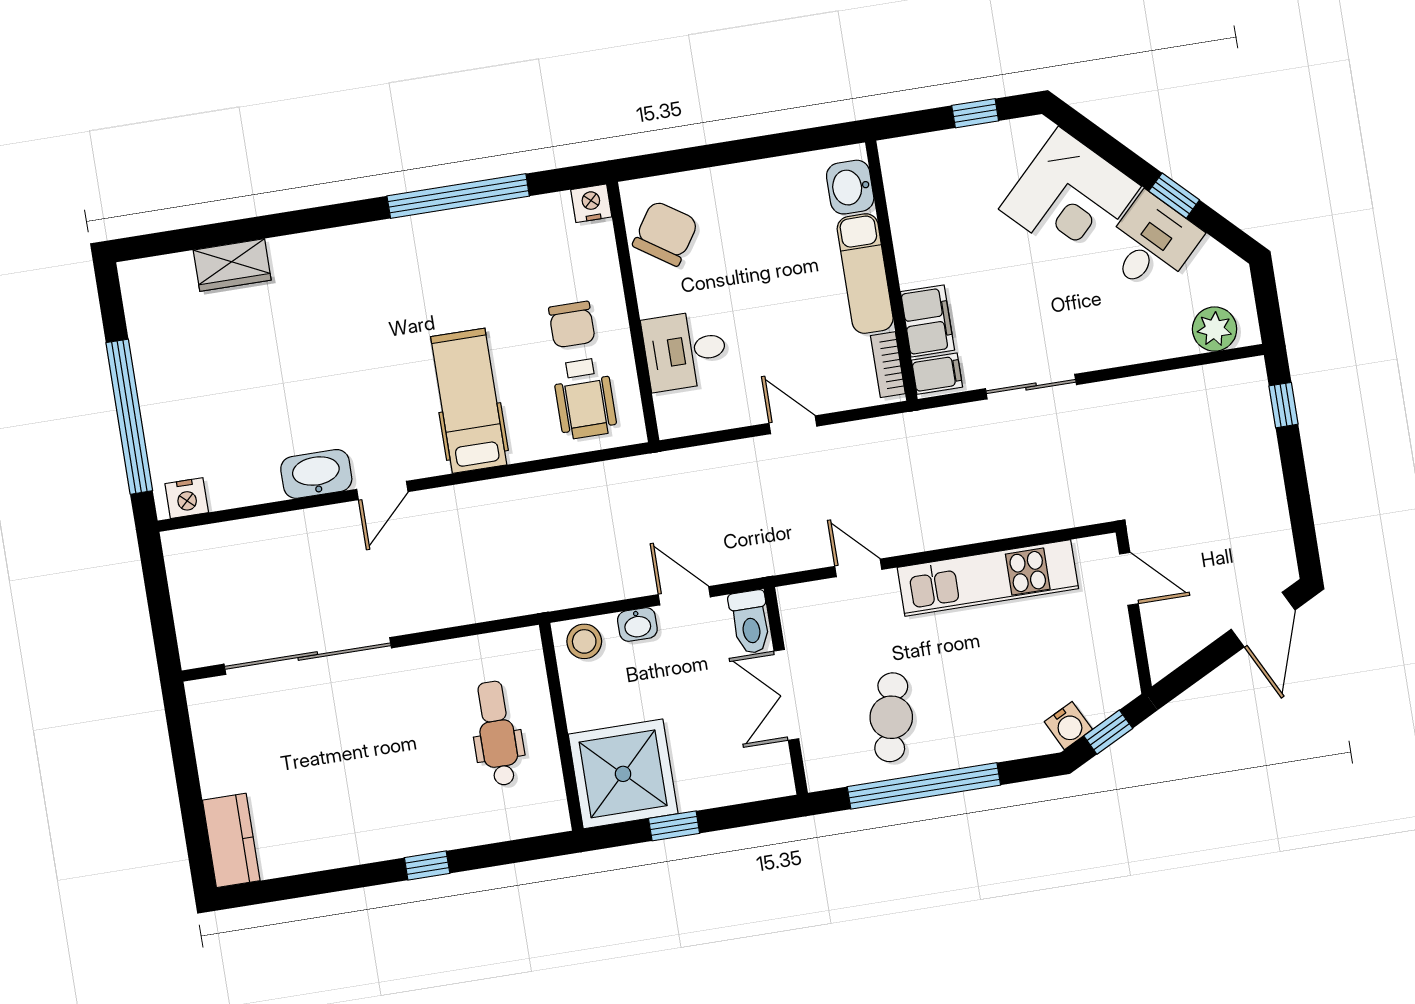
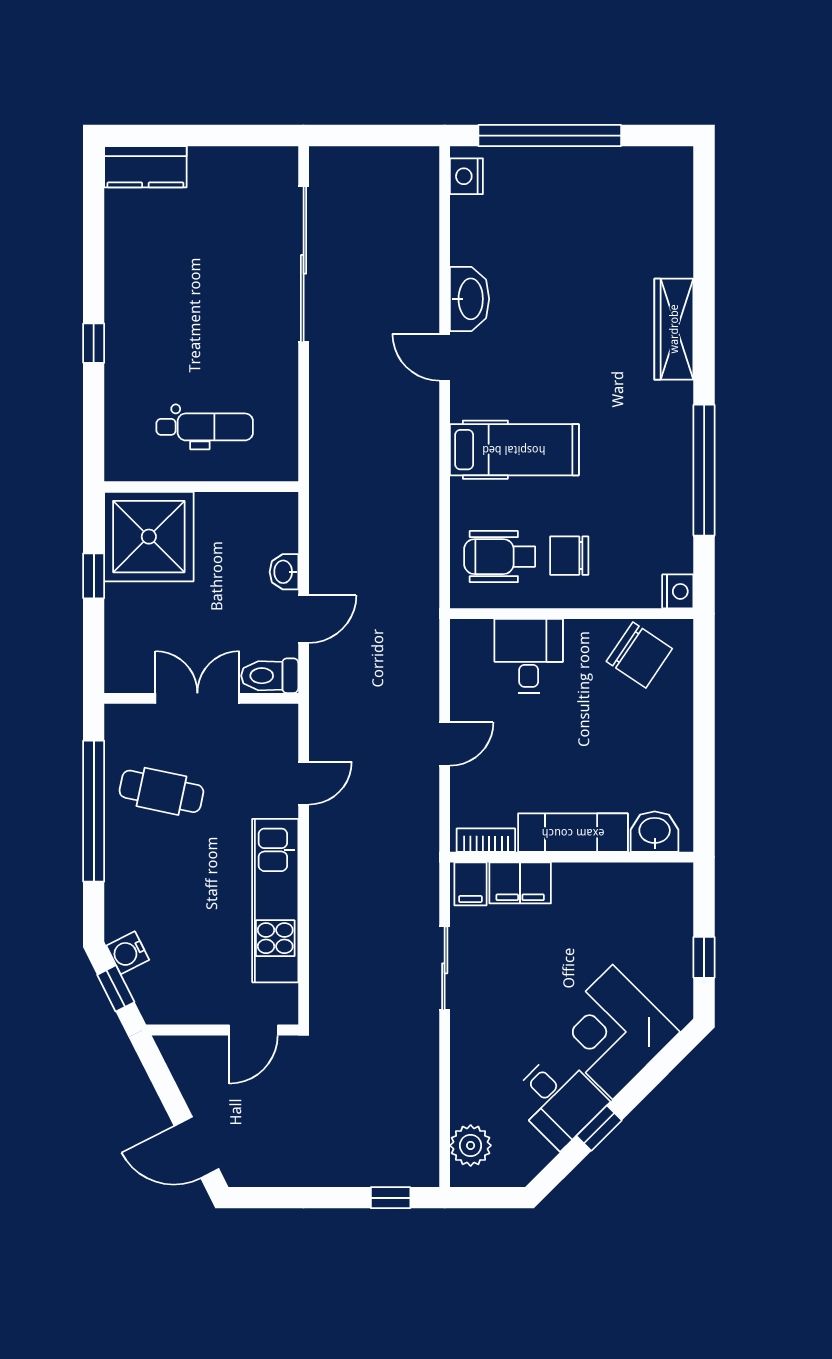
wardrobe: (232, 265) -> (674, 329), moved, width x1.50
stool: (584, 641) -> (276, 520), removed

